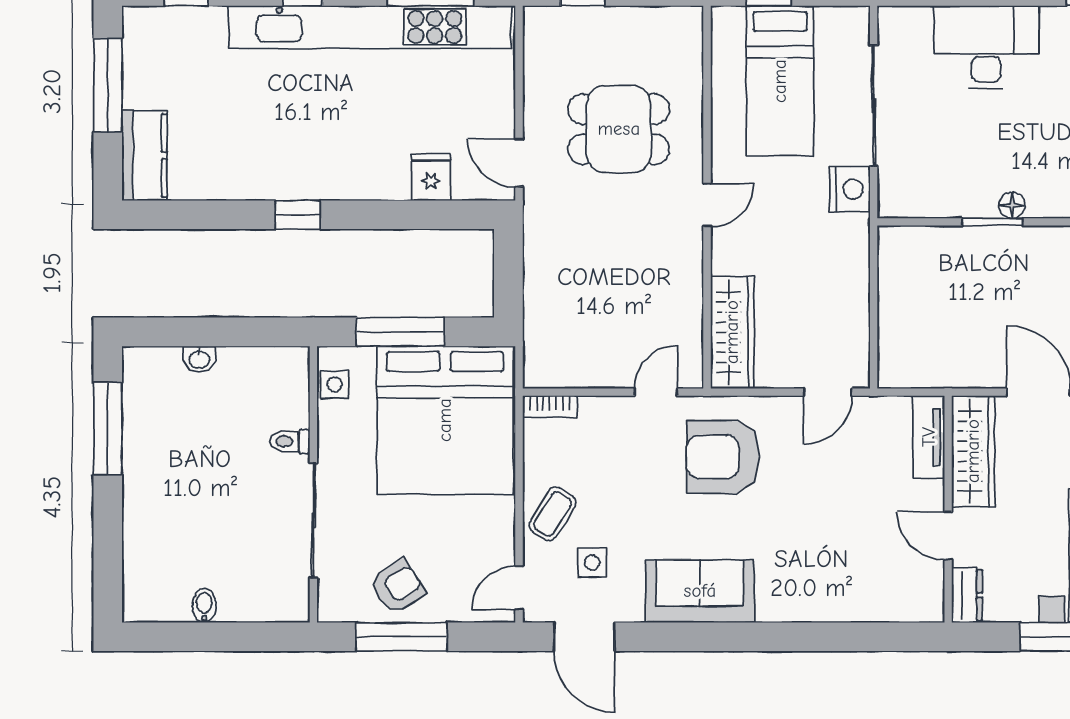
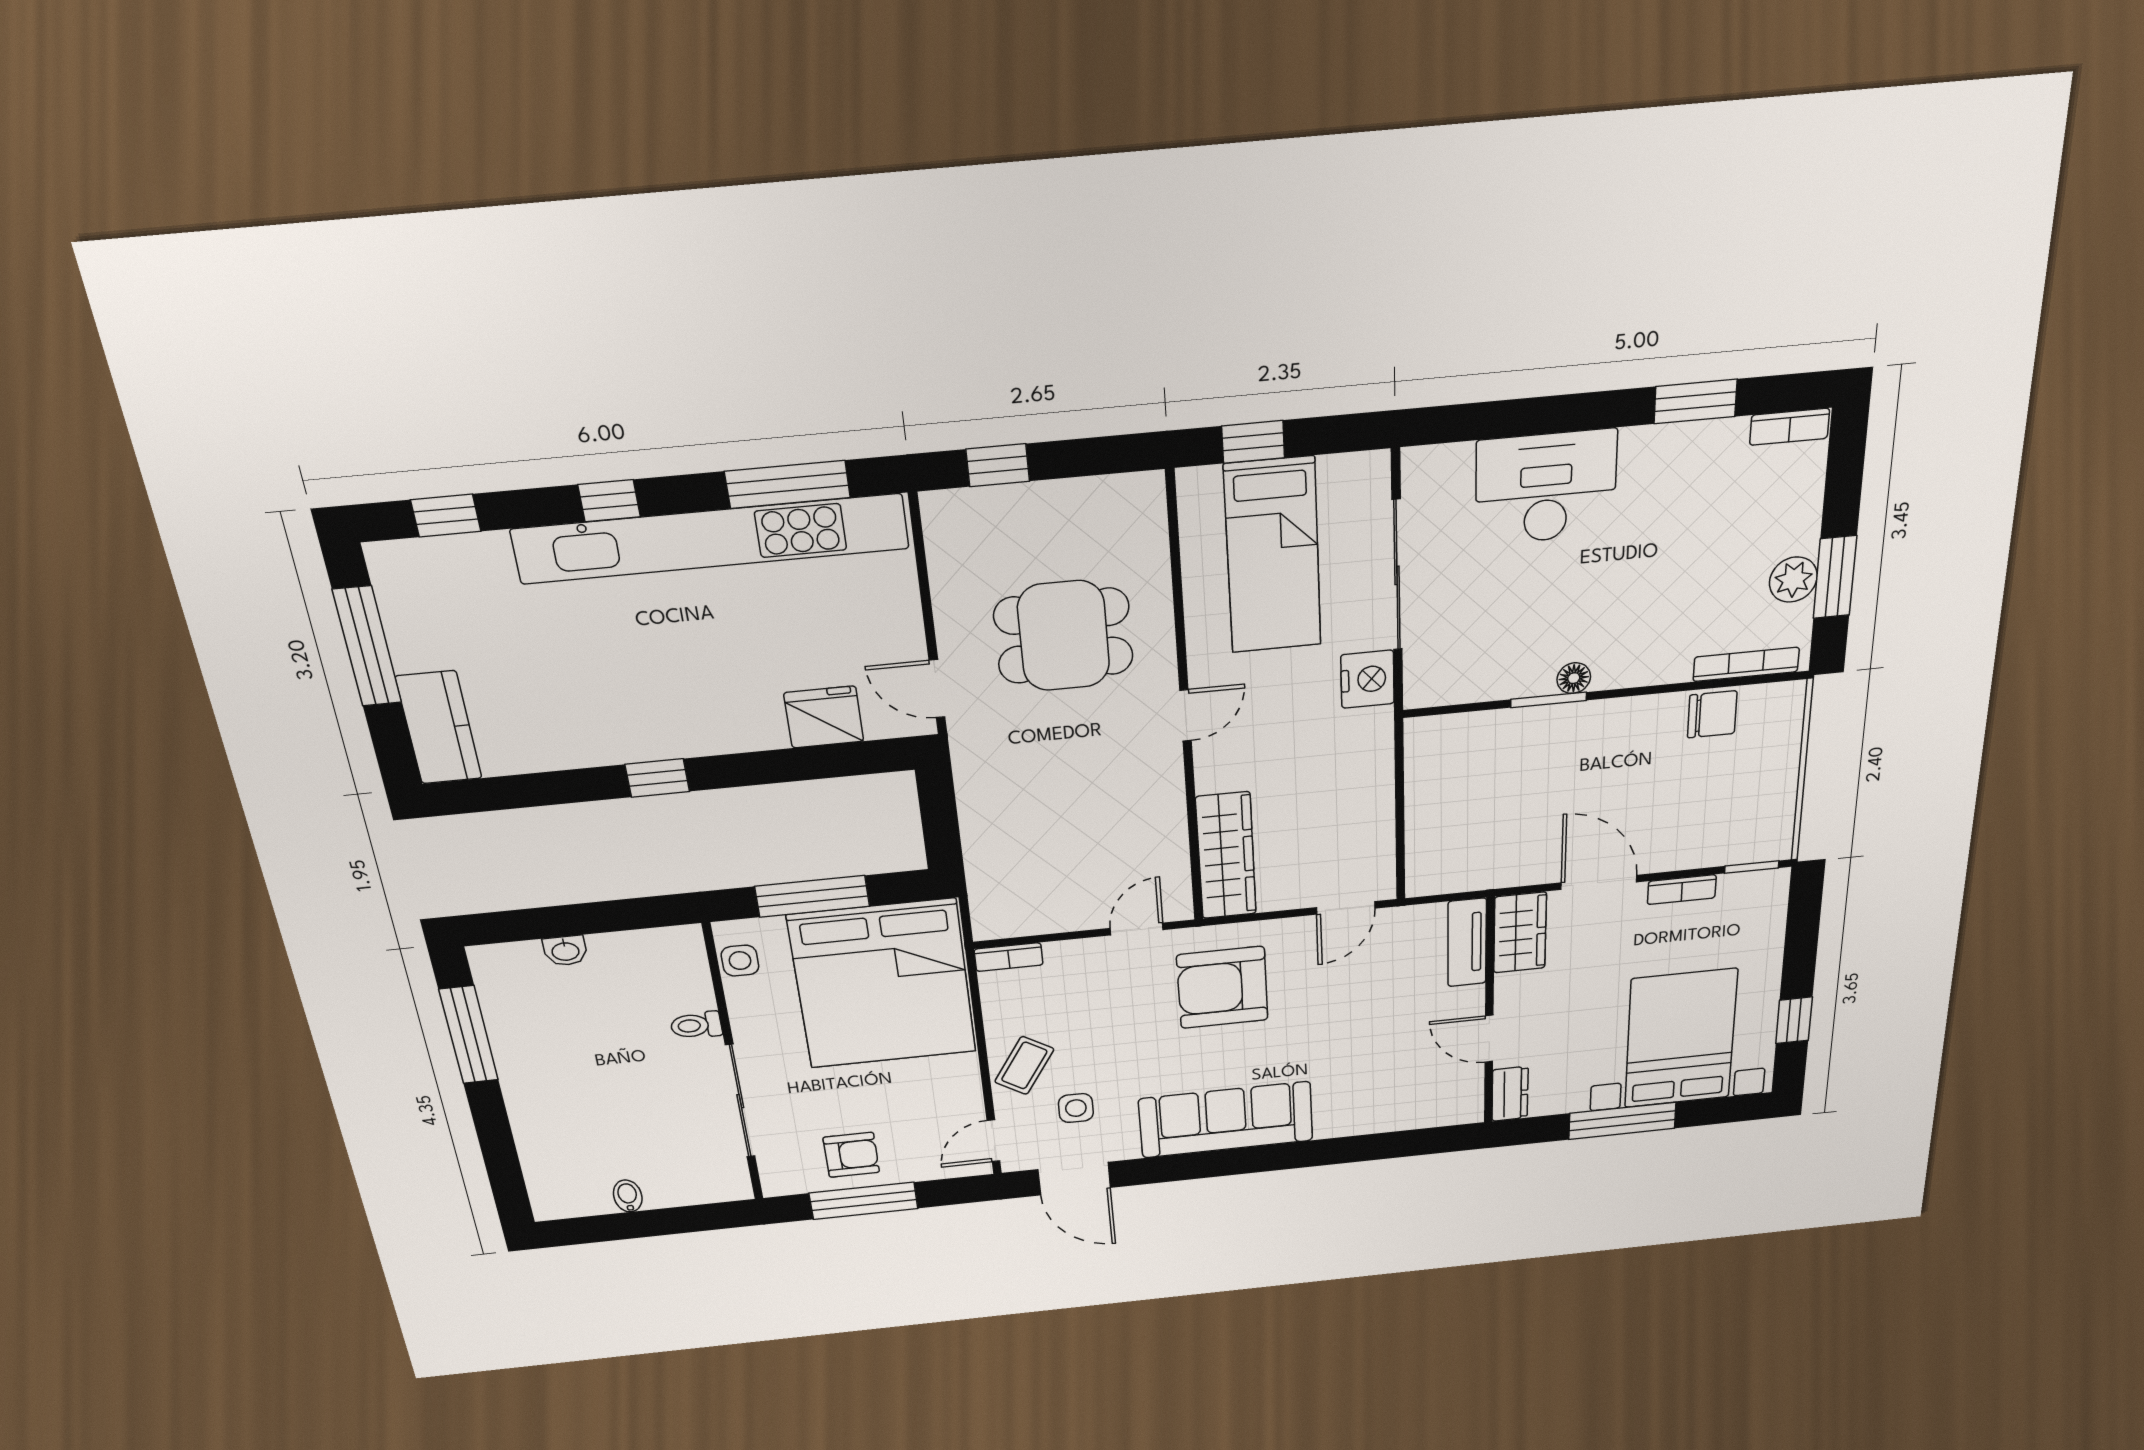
fridge: (431, 177) -> (824, 717), width x1.38
wardrobe: (973, 451) -> (1520, 933), width x0.67
armchair: (398, 587) -> (851, 1155), turned 33
sofa: (700, 591) -> (1226, 1120), width x1.36

